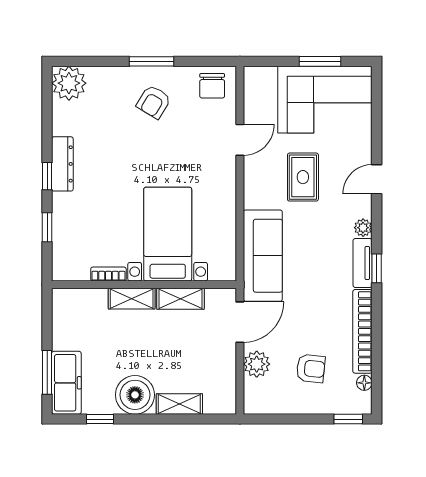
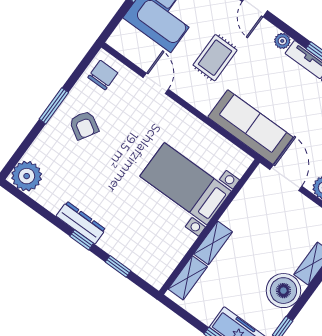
chair: (212, 86) -> (103, 75), turned -90
rug: (303, 177) -> (215, 58), turned 90
bookcase: (108, 274) -> (183, 247), removed
shelving: (180, 299) -> (188, 278), moved

